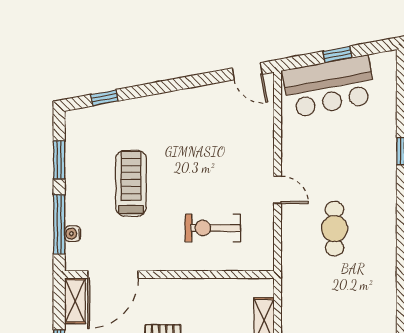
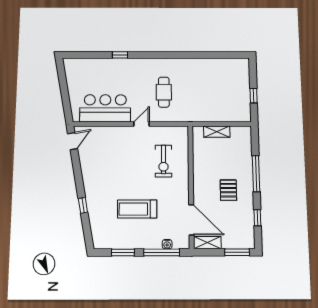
window: (337, 54) -> (64, 90), removed
bar counter: (329, 86) -> (105, 108), moved, turned -79
window: (104, 98) -> (83, 205), moved
cafe table: (335, 229) -> (164, 92), turned 90

